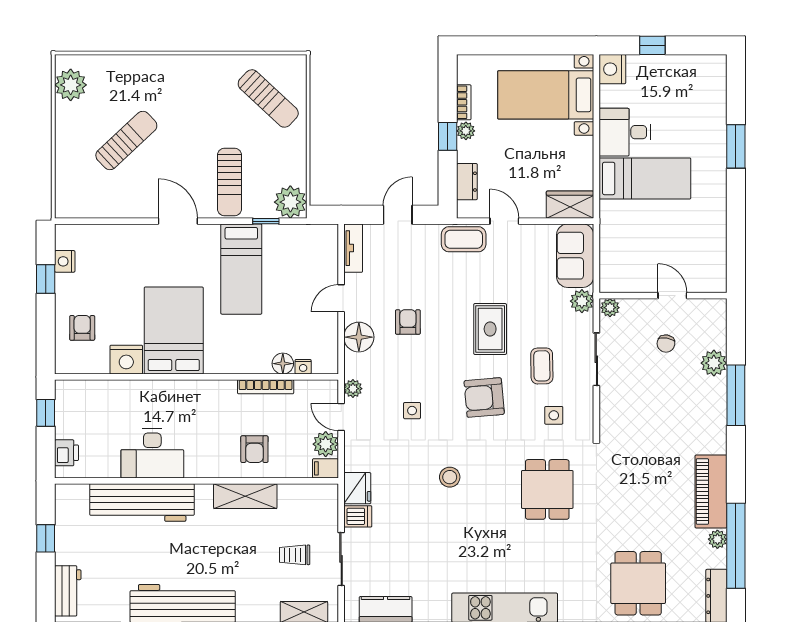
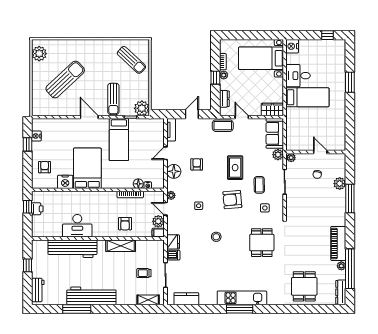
window: (652, 45) -> (328, 35), moved
sun lounger: (126, 141) -> (65, 80), width x1.36, depth x1.34
printer: (67, 453) -> (37, 209), moved

